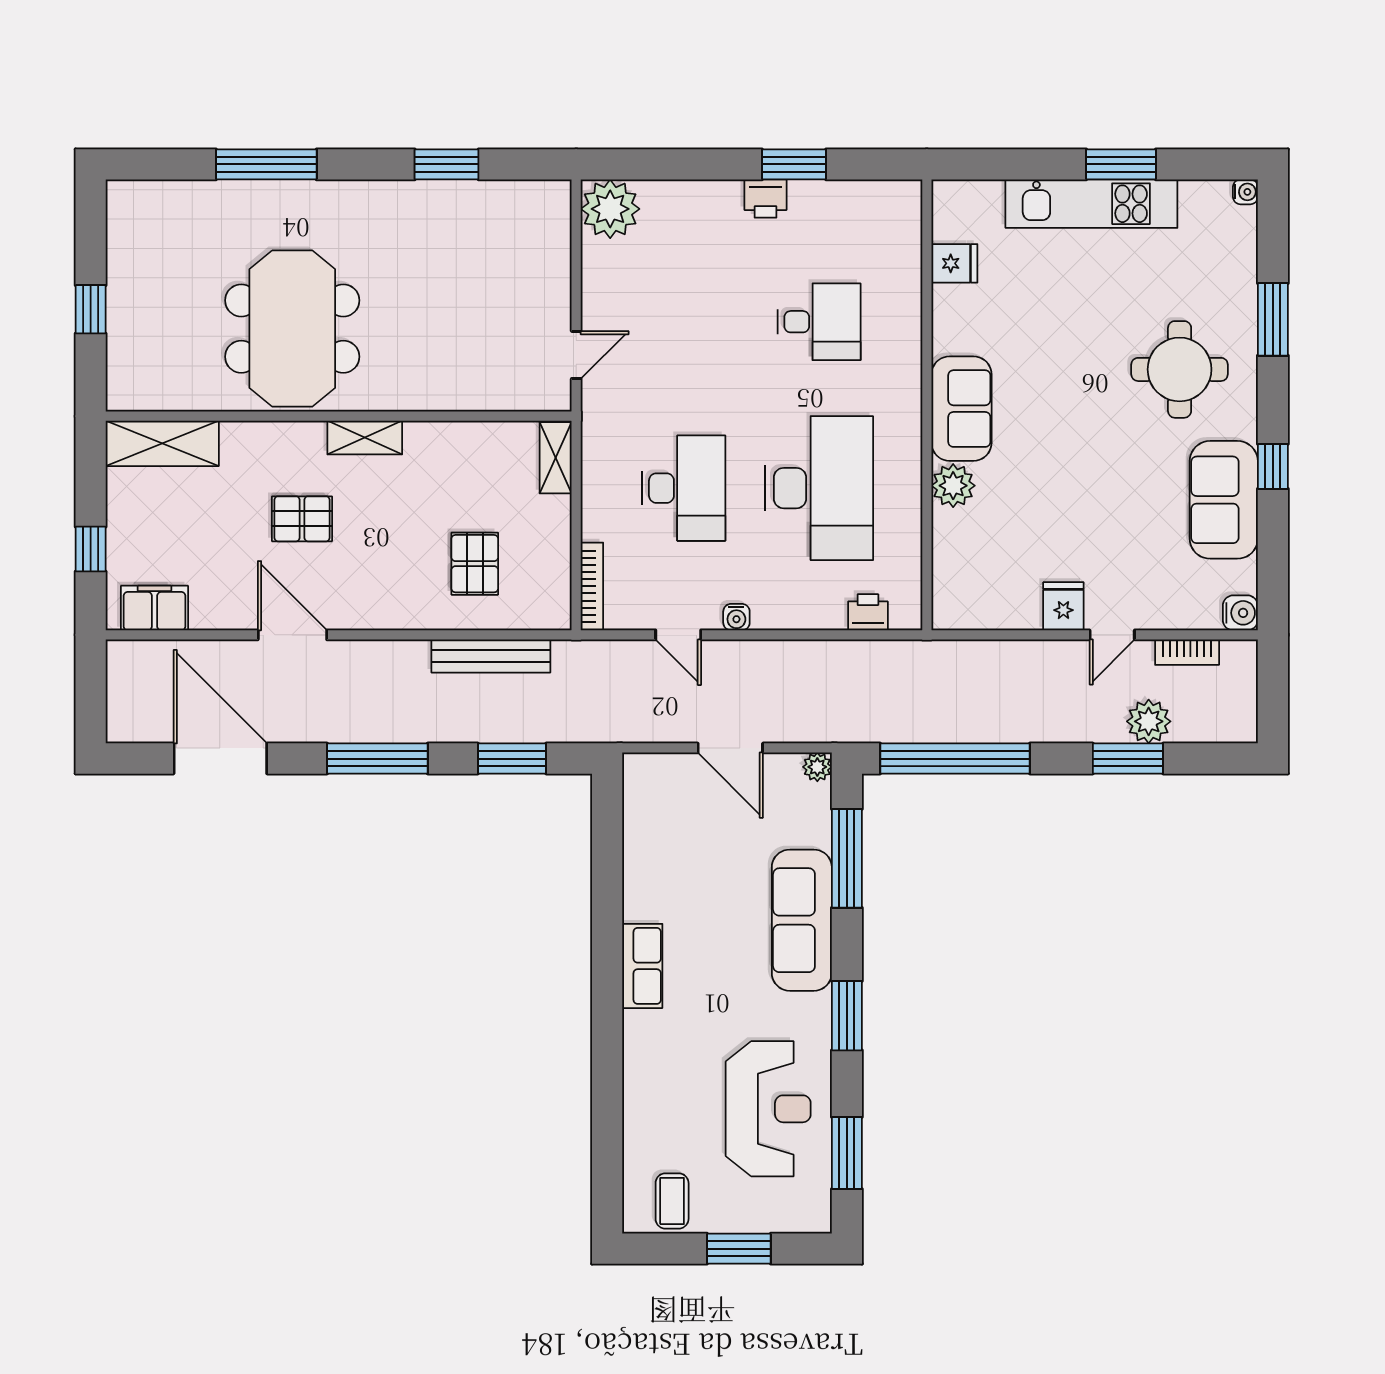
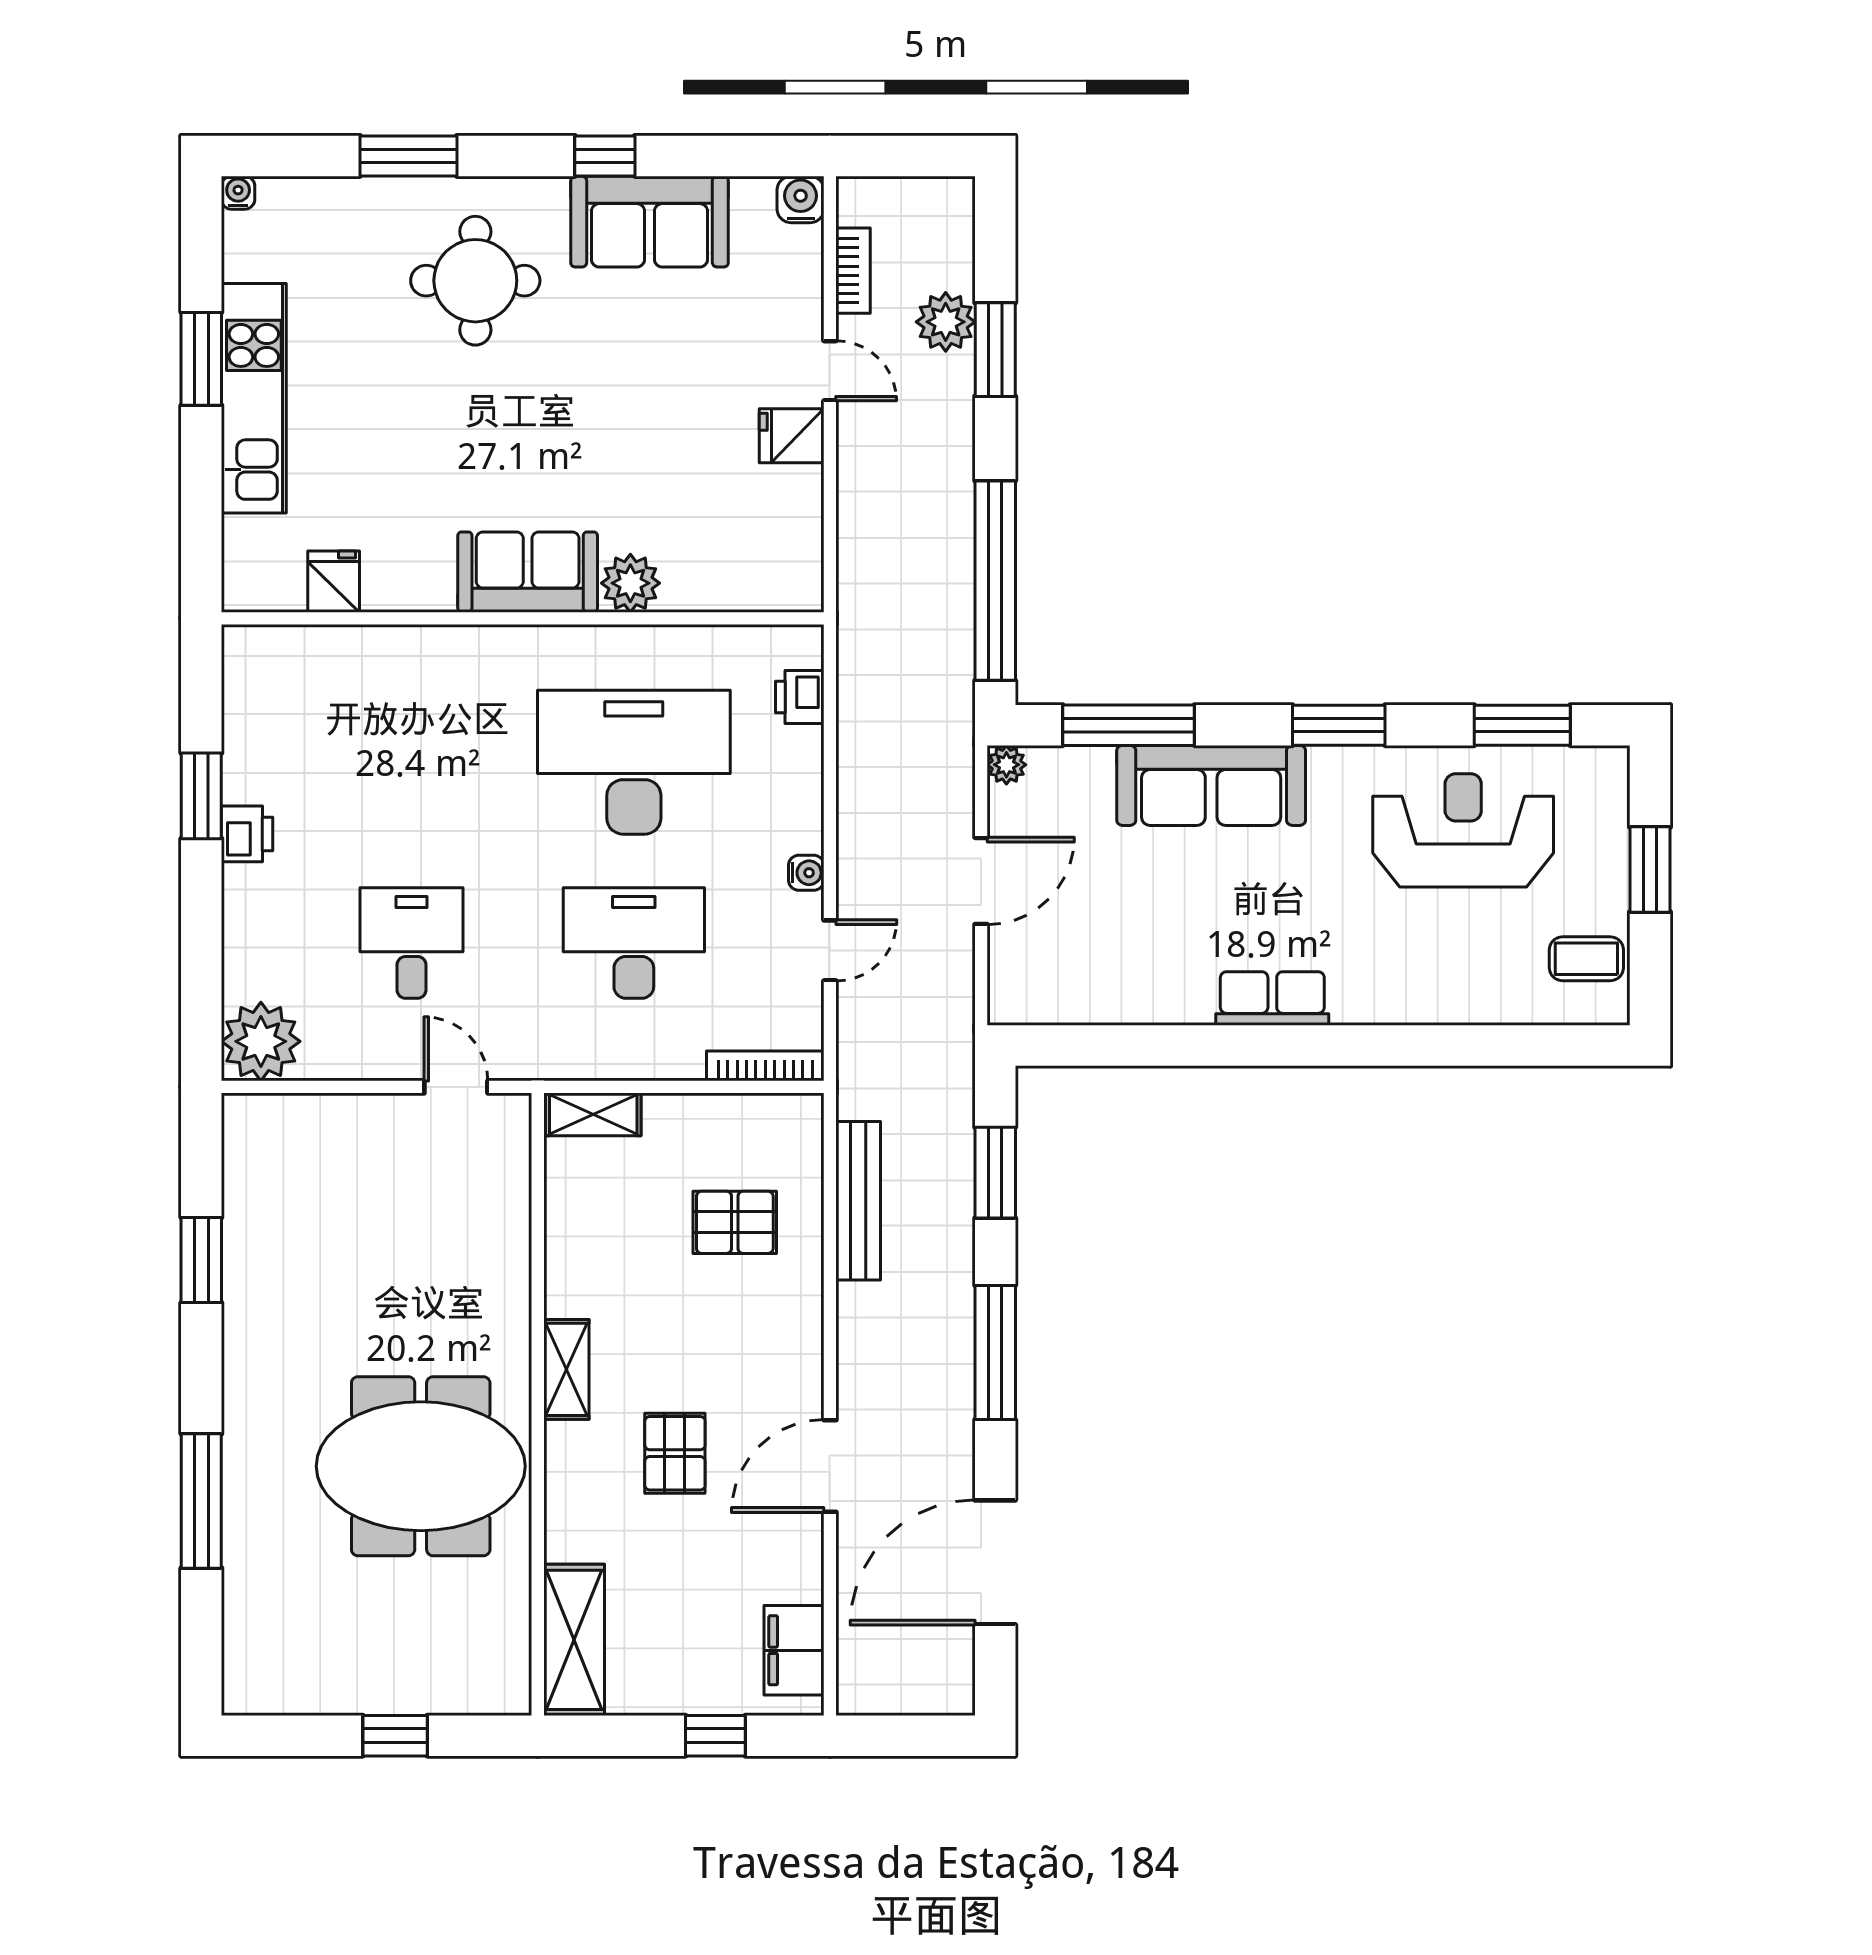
desk: (819, 322) -> (412, 943), moved

